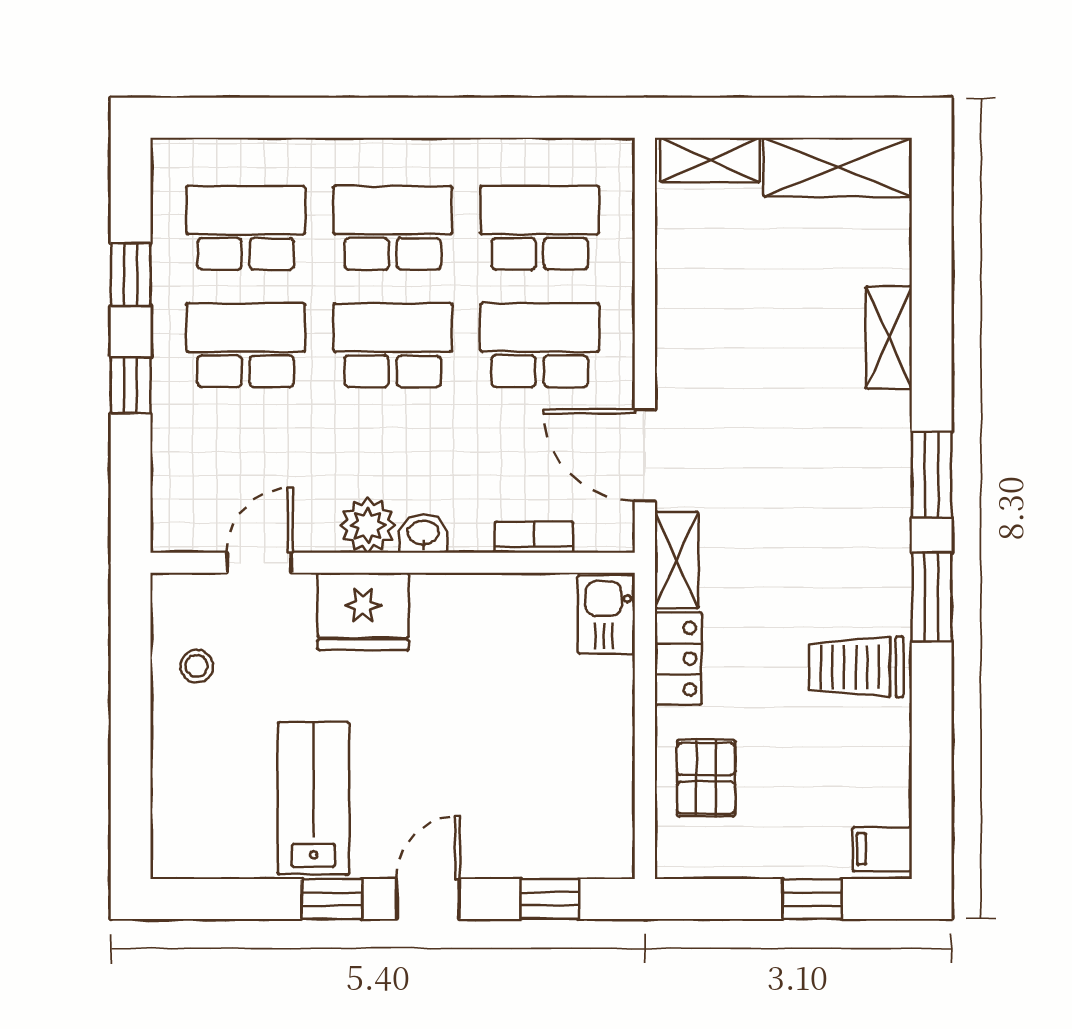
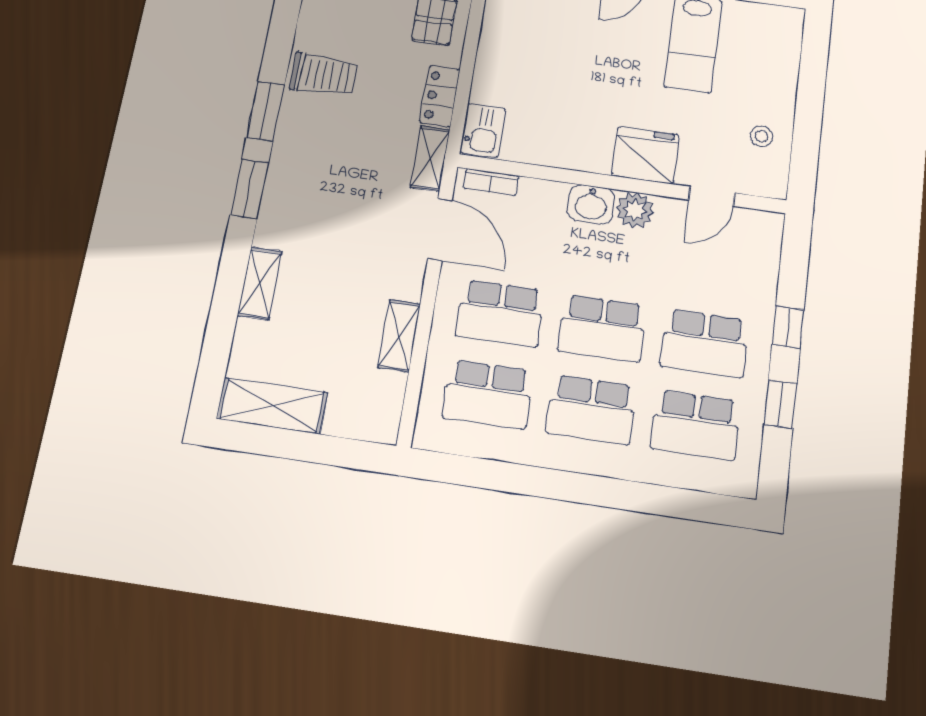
shelving: (710, 160) -> (399, 336), moved, turned 90
washbasin: (423, 534) -> (591, 204), width x1.38, depth x1.45
bookcase: (534, 537) -> (491, 182), moved

